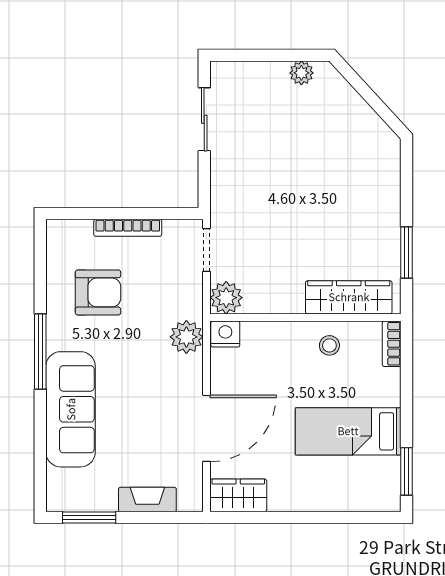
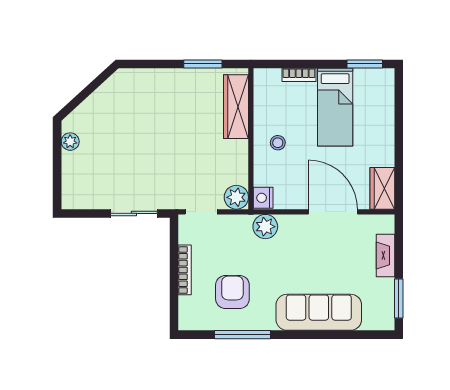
sliding door: (204, 119) -> (134, 213), moved
bookcase: (392, 344) -> (299, 75), moved
stool: (329, 345) -> (278, 143), moved
window: (40, 351) -> (243, 335), moved

